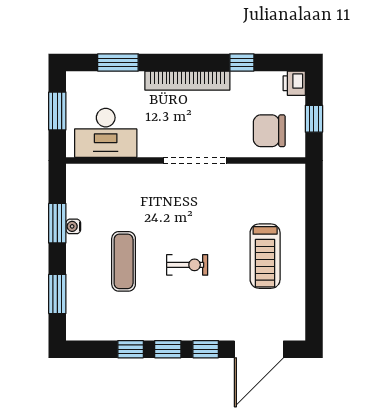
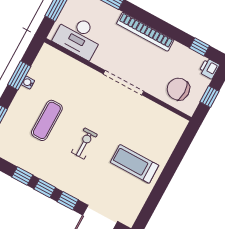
window: (242, 62) -> (199, 47), moved
treadmill: (265, 256) -> (135, 164), turned 90
exercise bike: (187, 265) -> (84, 143), turned -90

